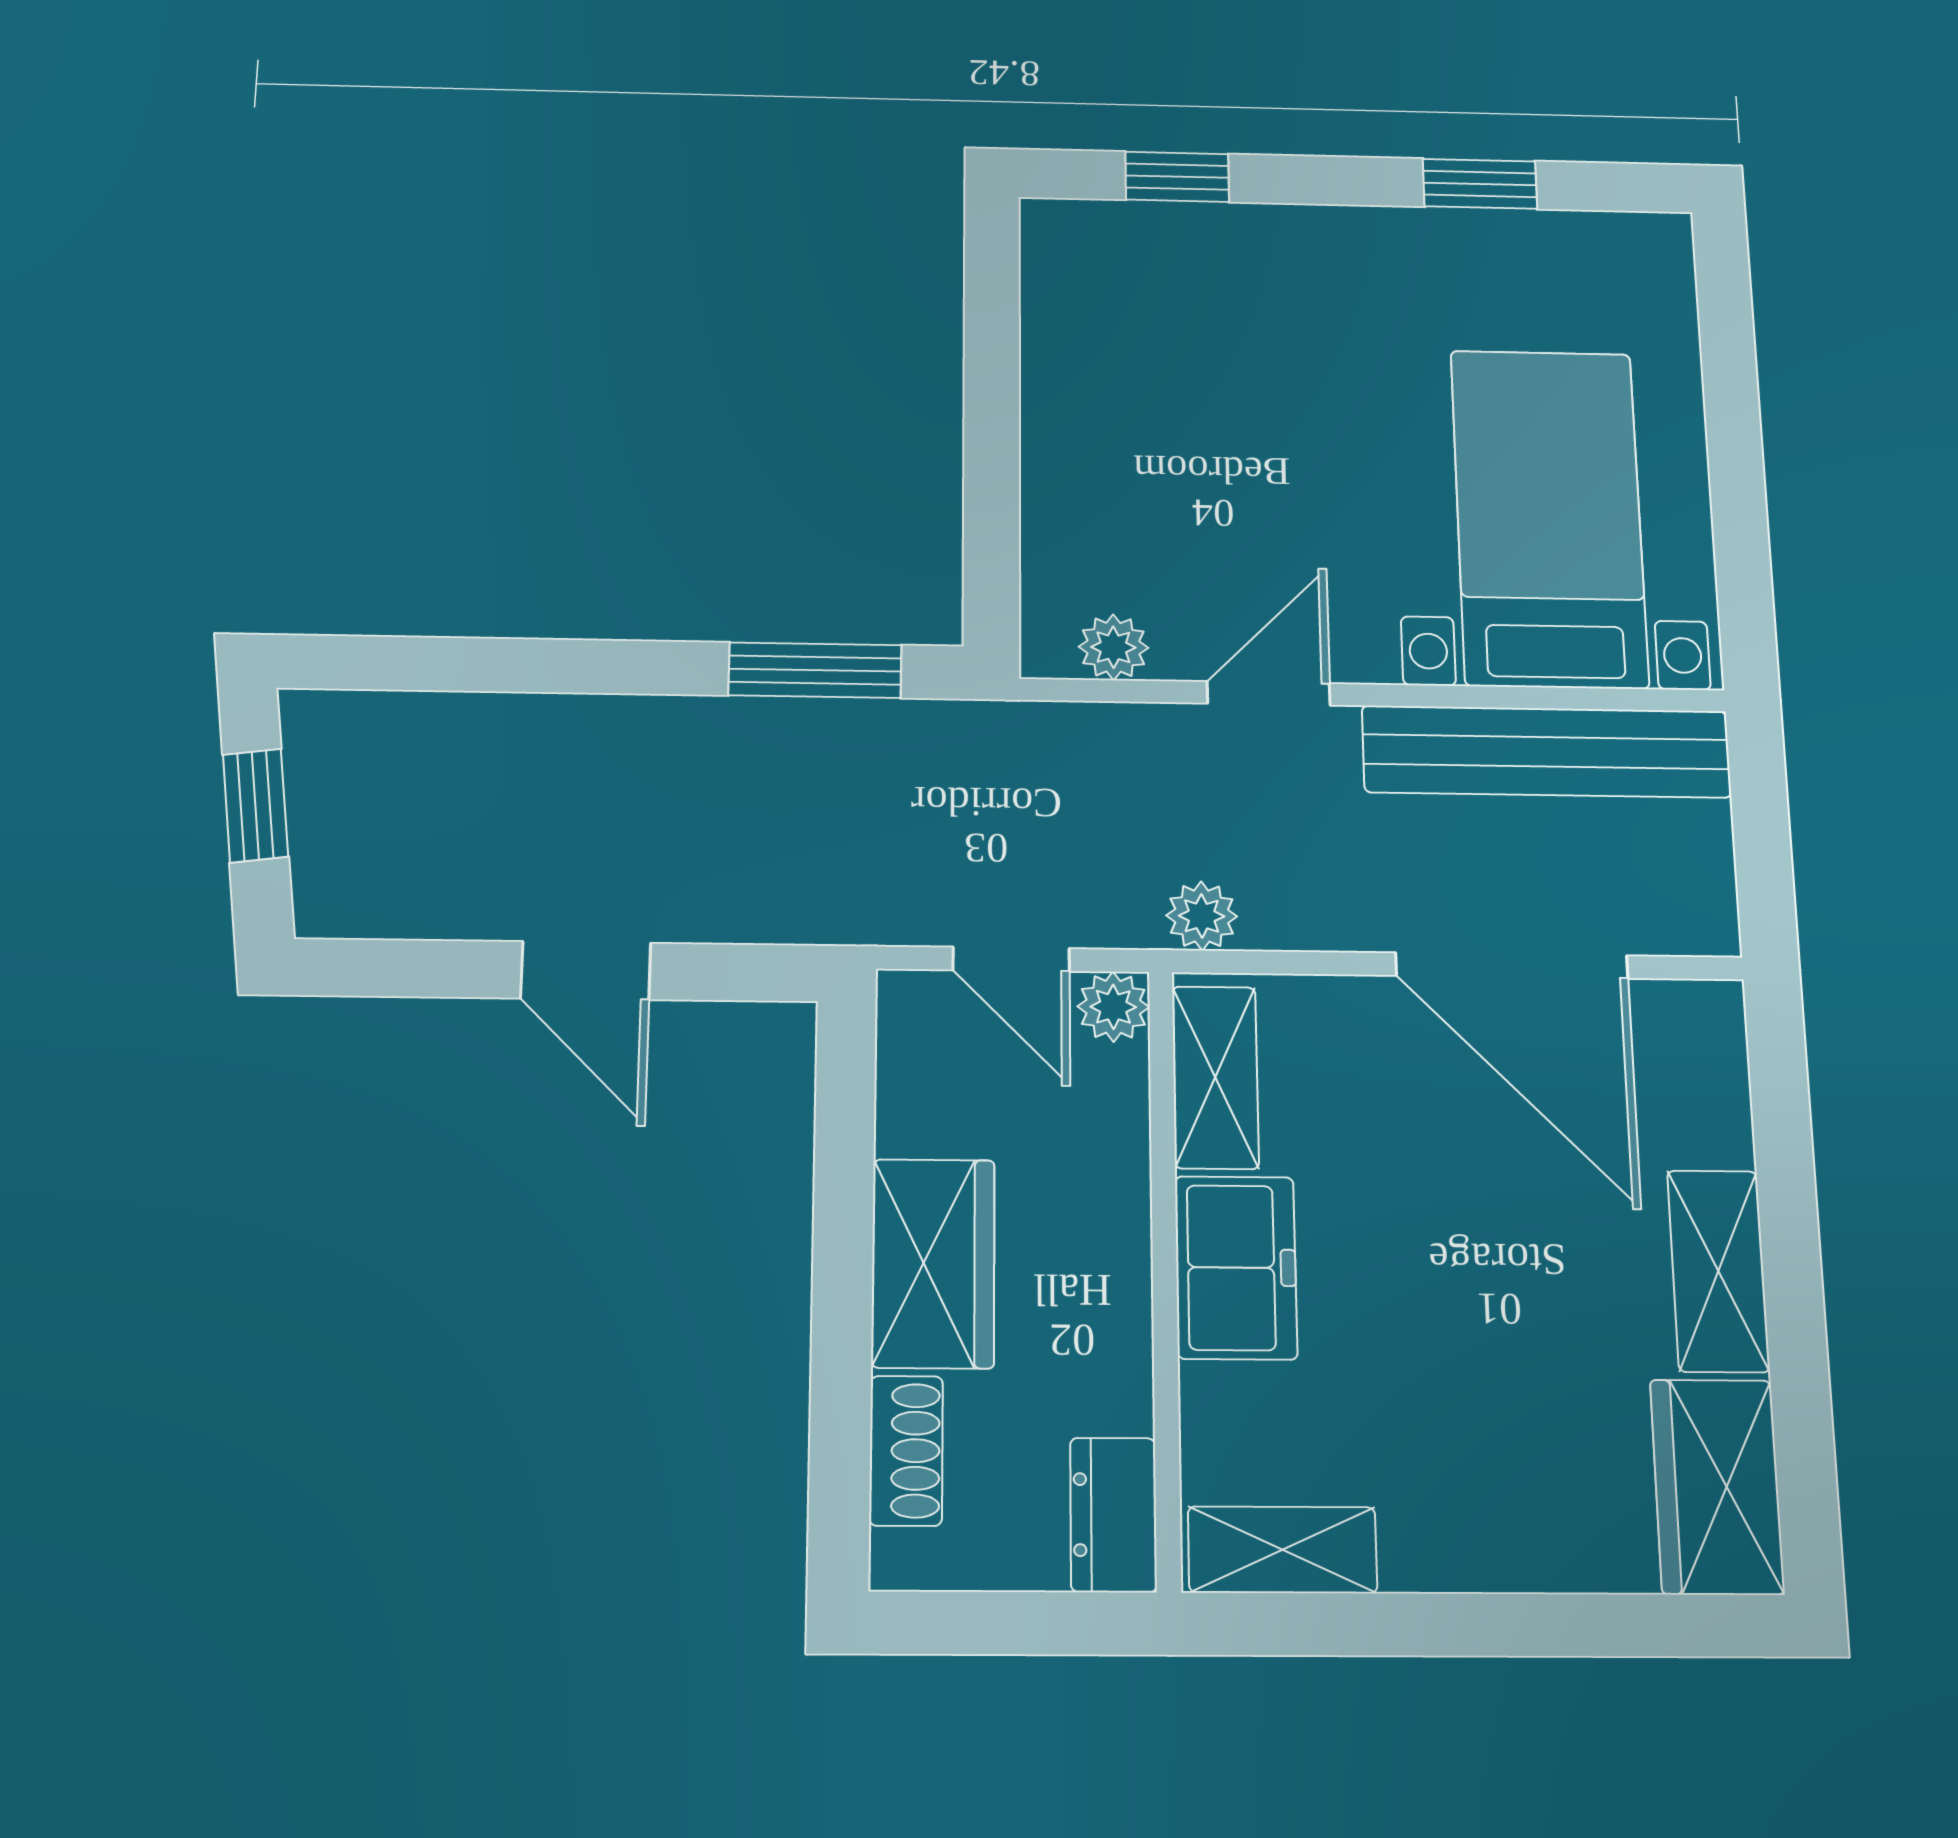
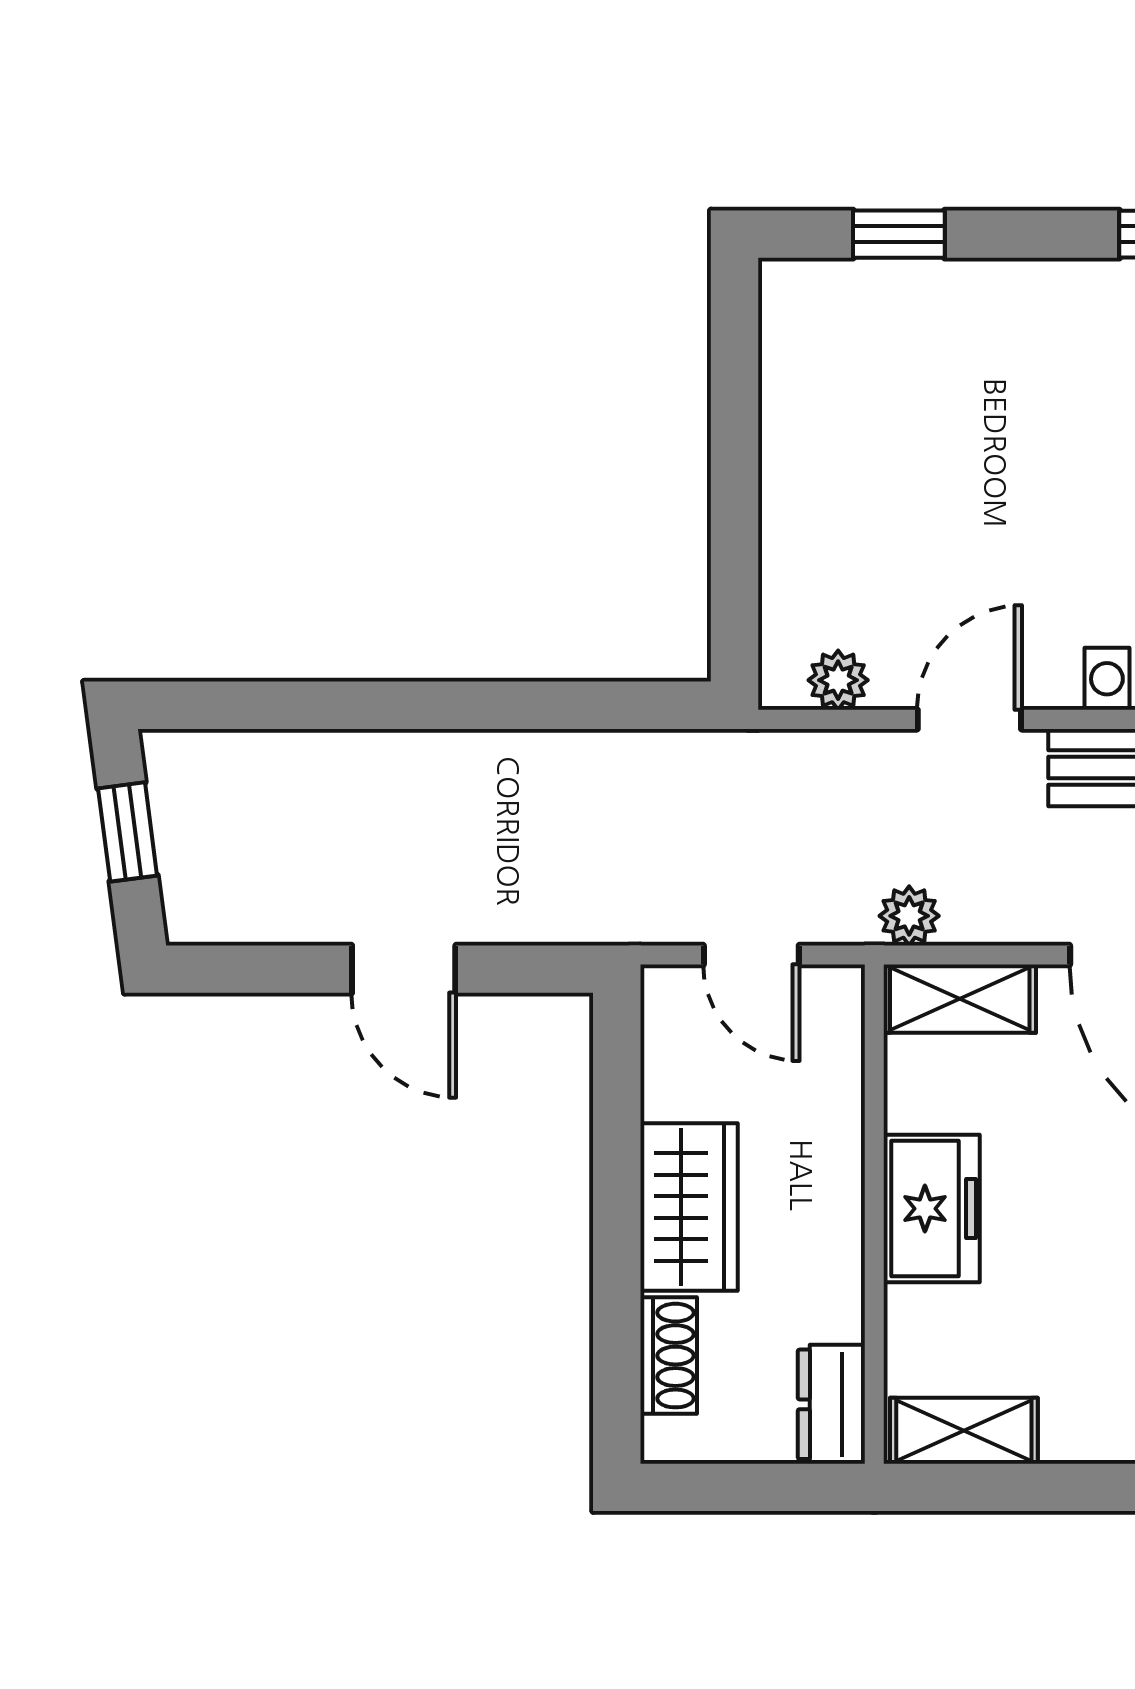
window: (815, 670) -> (586, 705), removed
plant: (1113, 1007) -> (835, 994), removed
shelving: (1215, 1077) -> (960, 999), moved, turned 90

